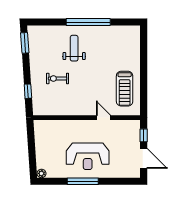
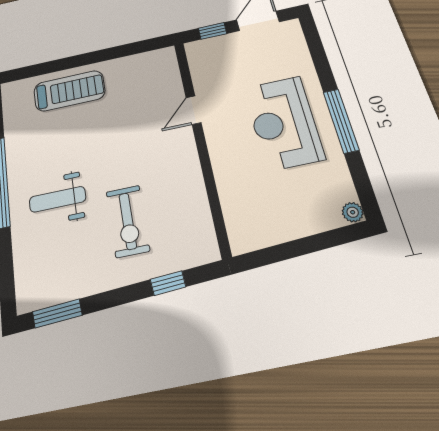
exercise bike: (58, 78) -> (128, 221), width x1.38, depth x1.39
treadmill: (125, 89) -> (69, 91), moved
reception desk: (88, 156) -> (284, 123), turned 180

